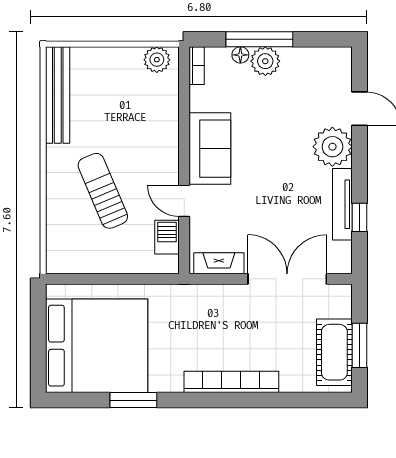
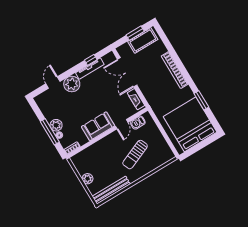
plant: (157, 60) -> (88, 179), moved

